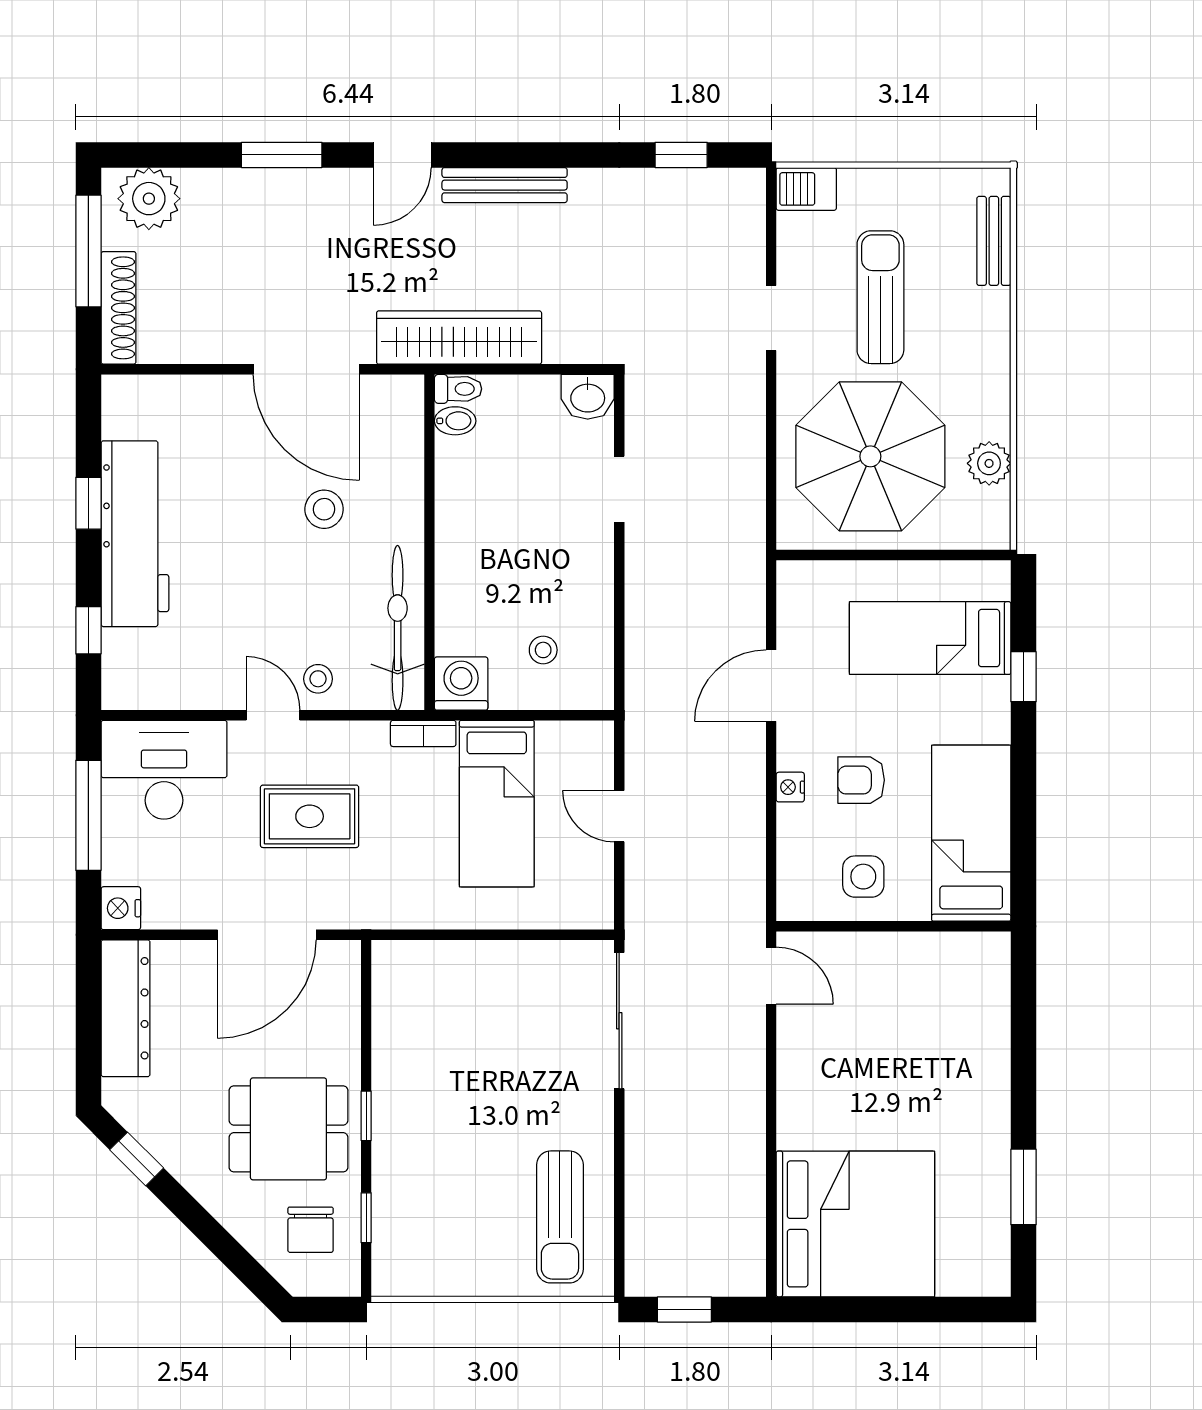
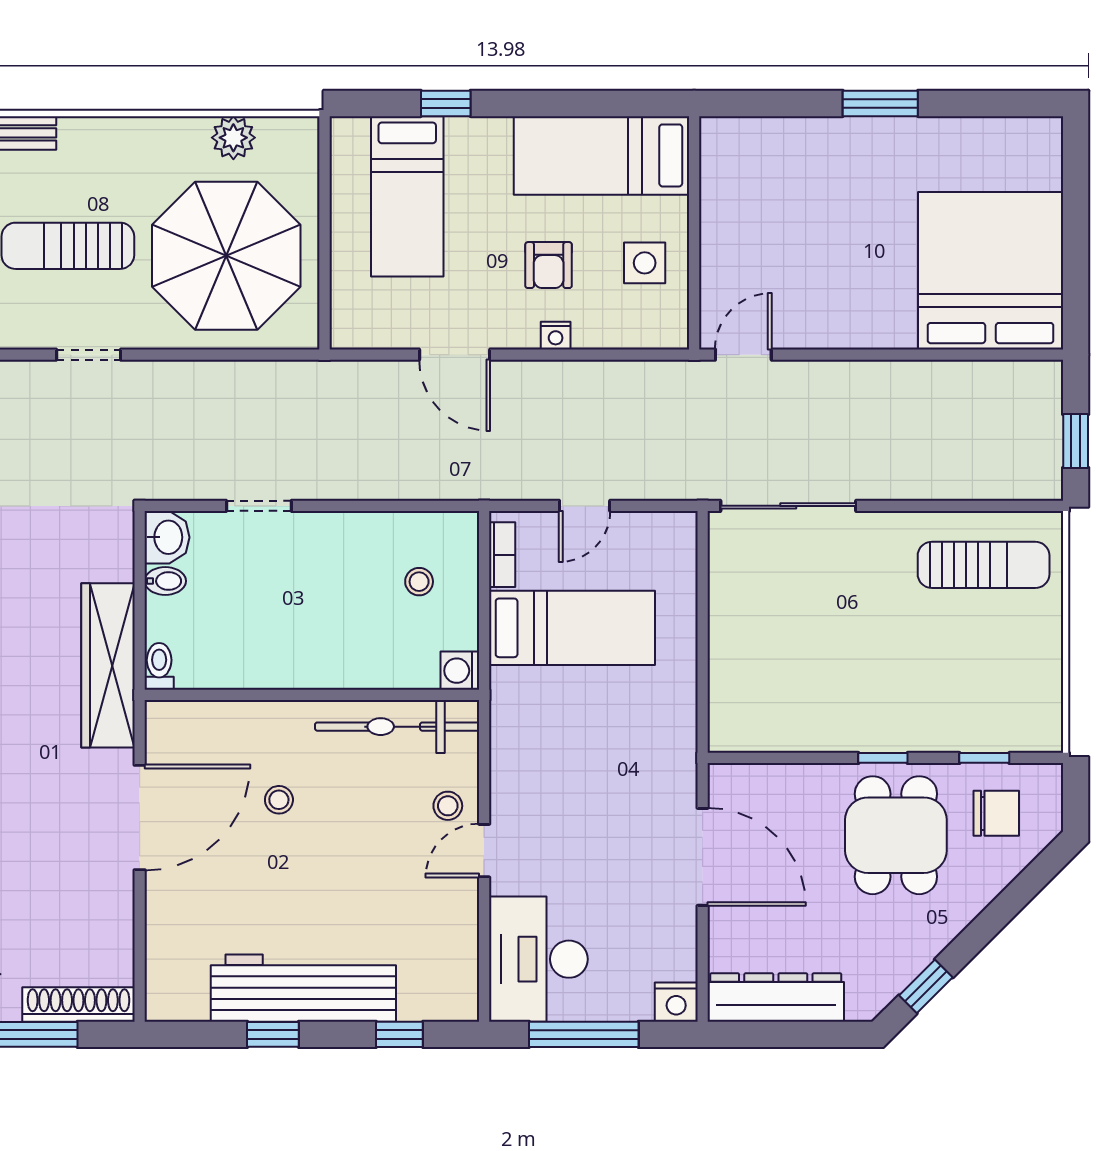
bidet: (455, 421) -> (165, 581), moved, turned 90
stool: (324, 509) -> (279, 800), width x0.73, depth x0.73
washing machine: (461, 684) -> (460, 671), width x0.73, depth x0.73
bookcase: (423, 733) -> (502, 555), moved
rug: (310, 816) -> (585, 814), removed
window: (1023, 1187) -> (880, 103), moved

